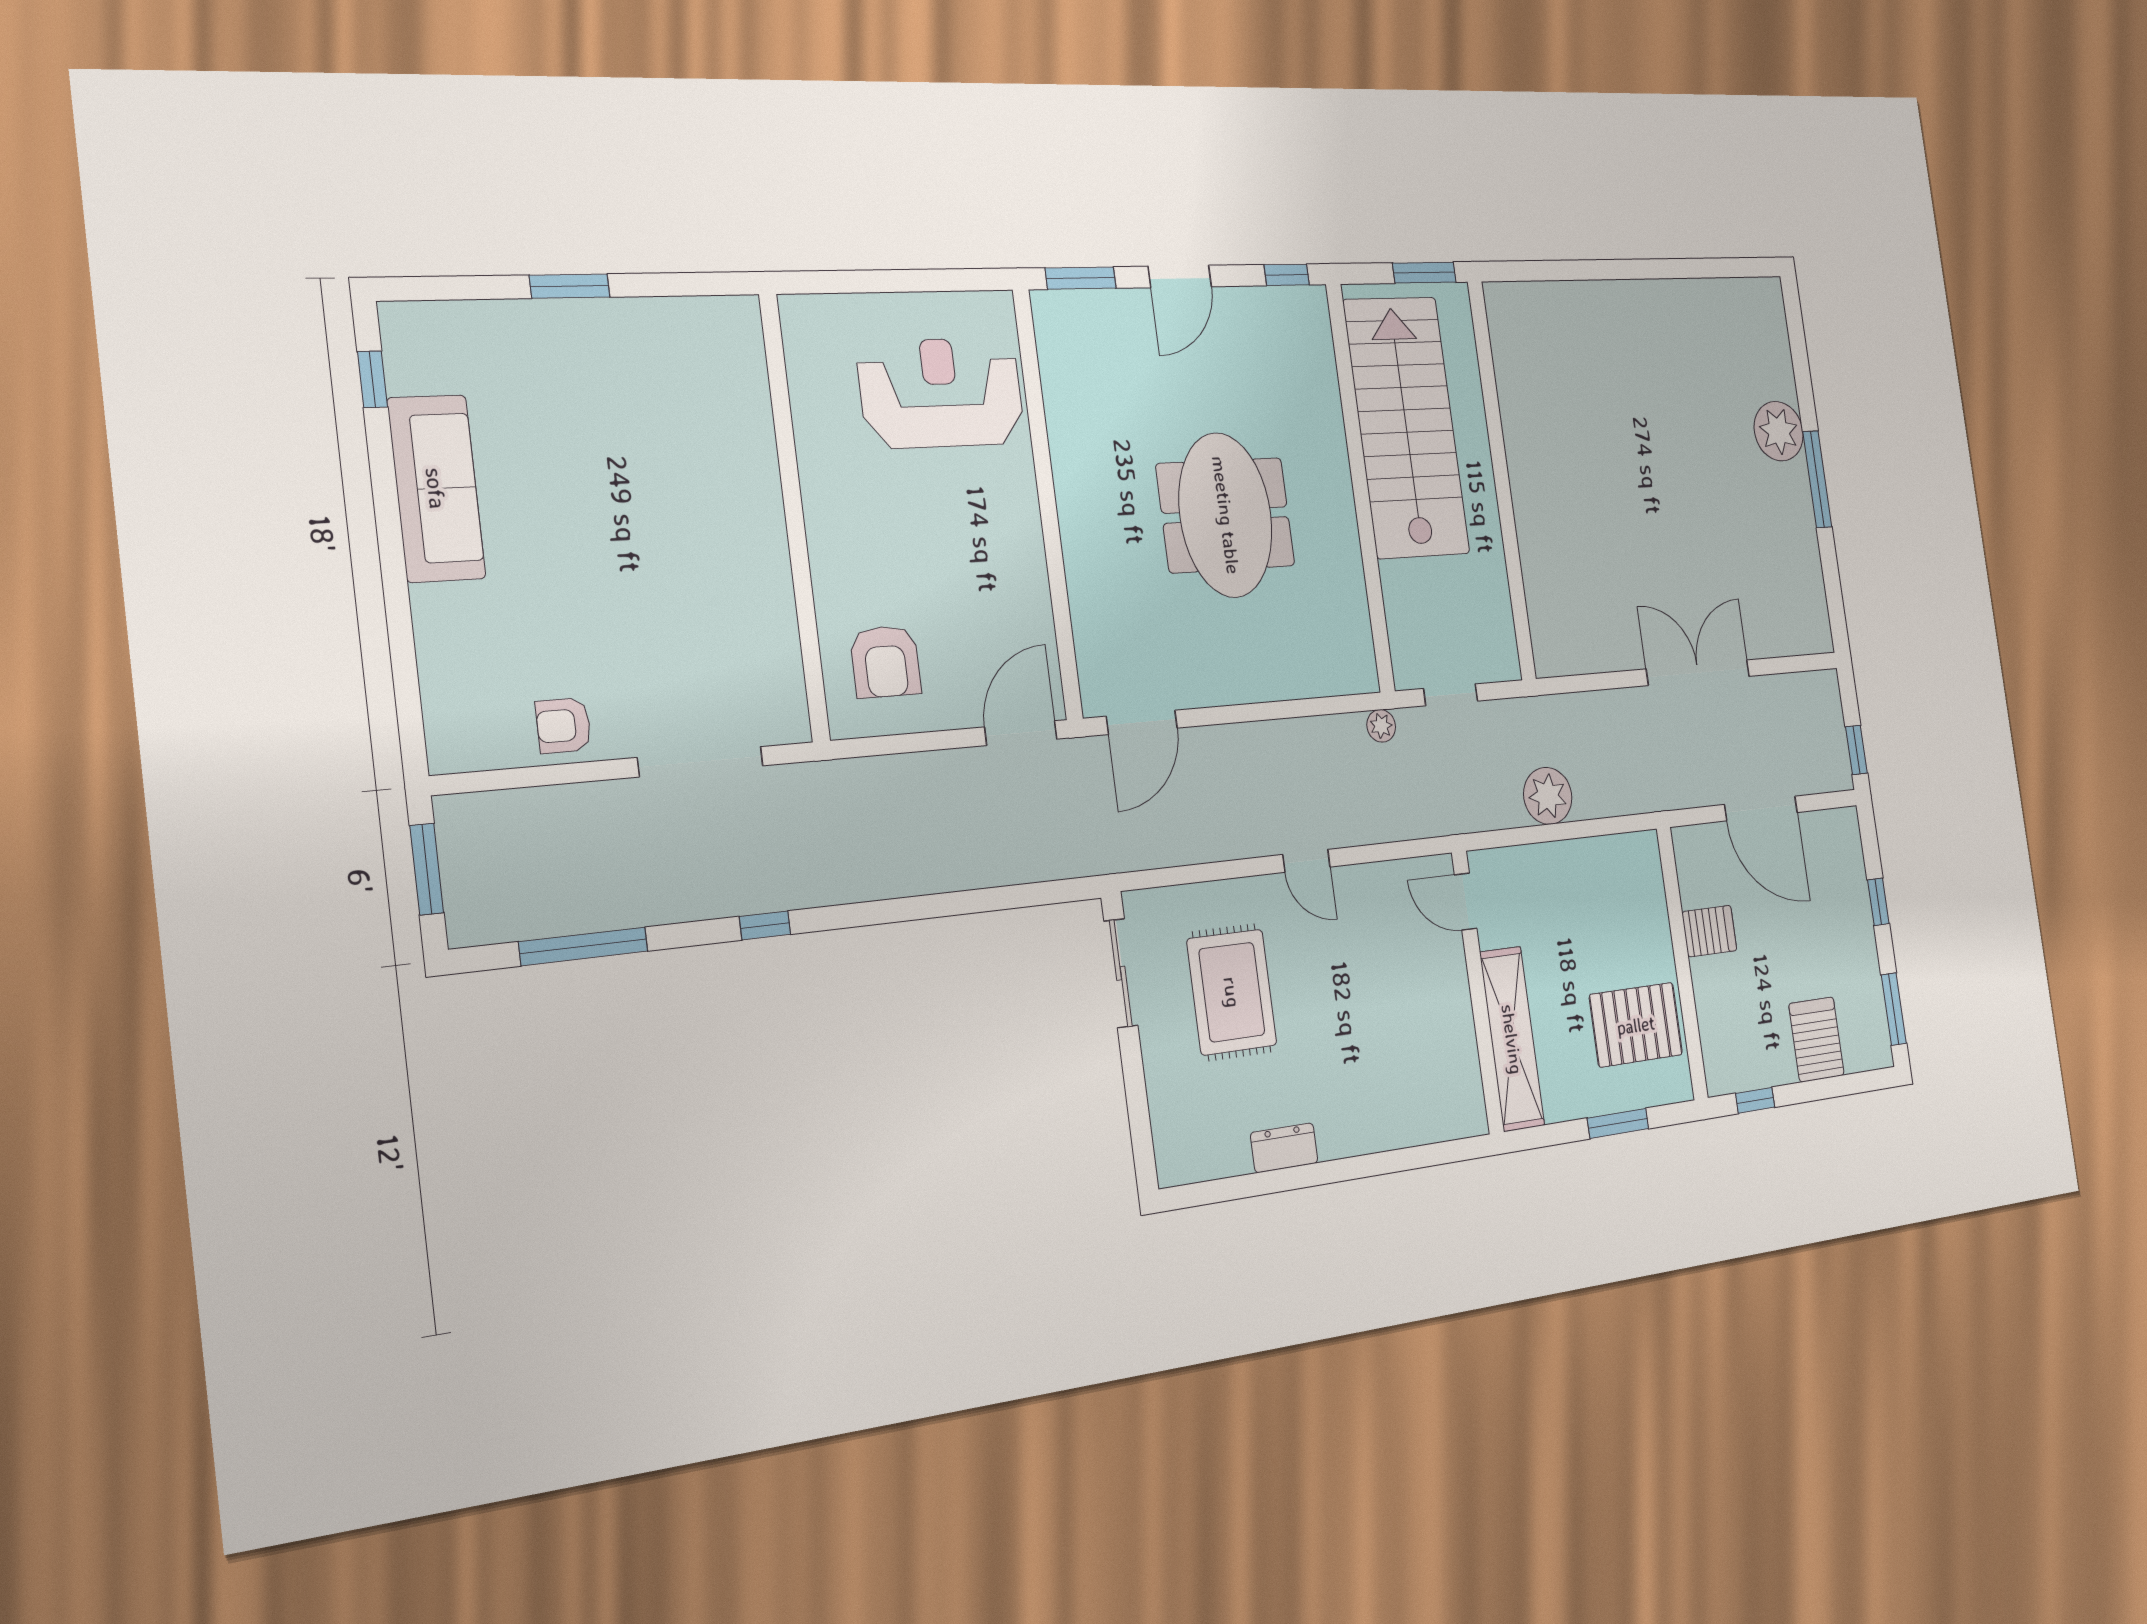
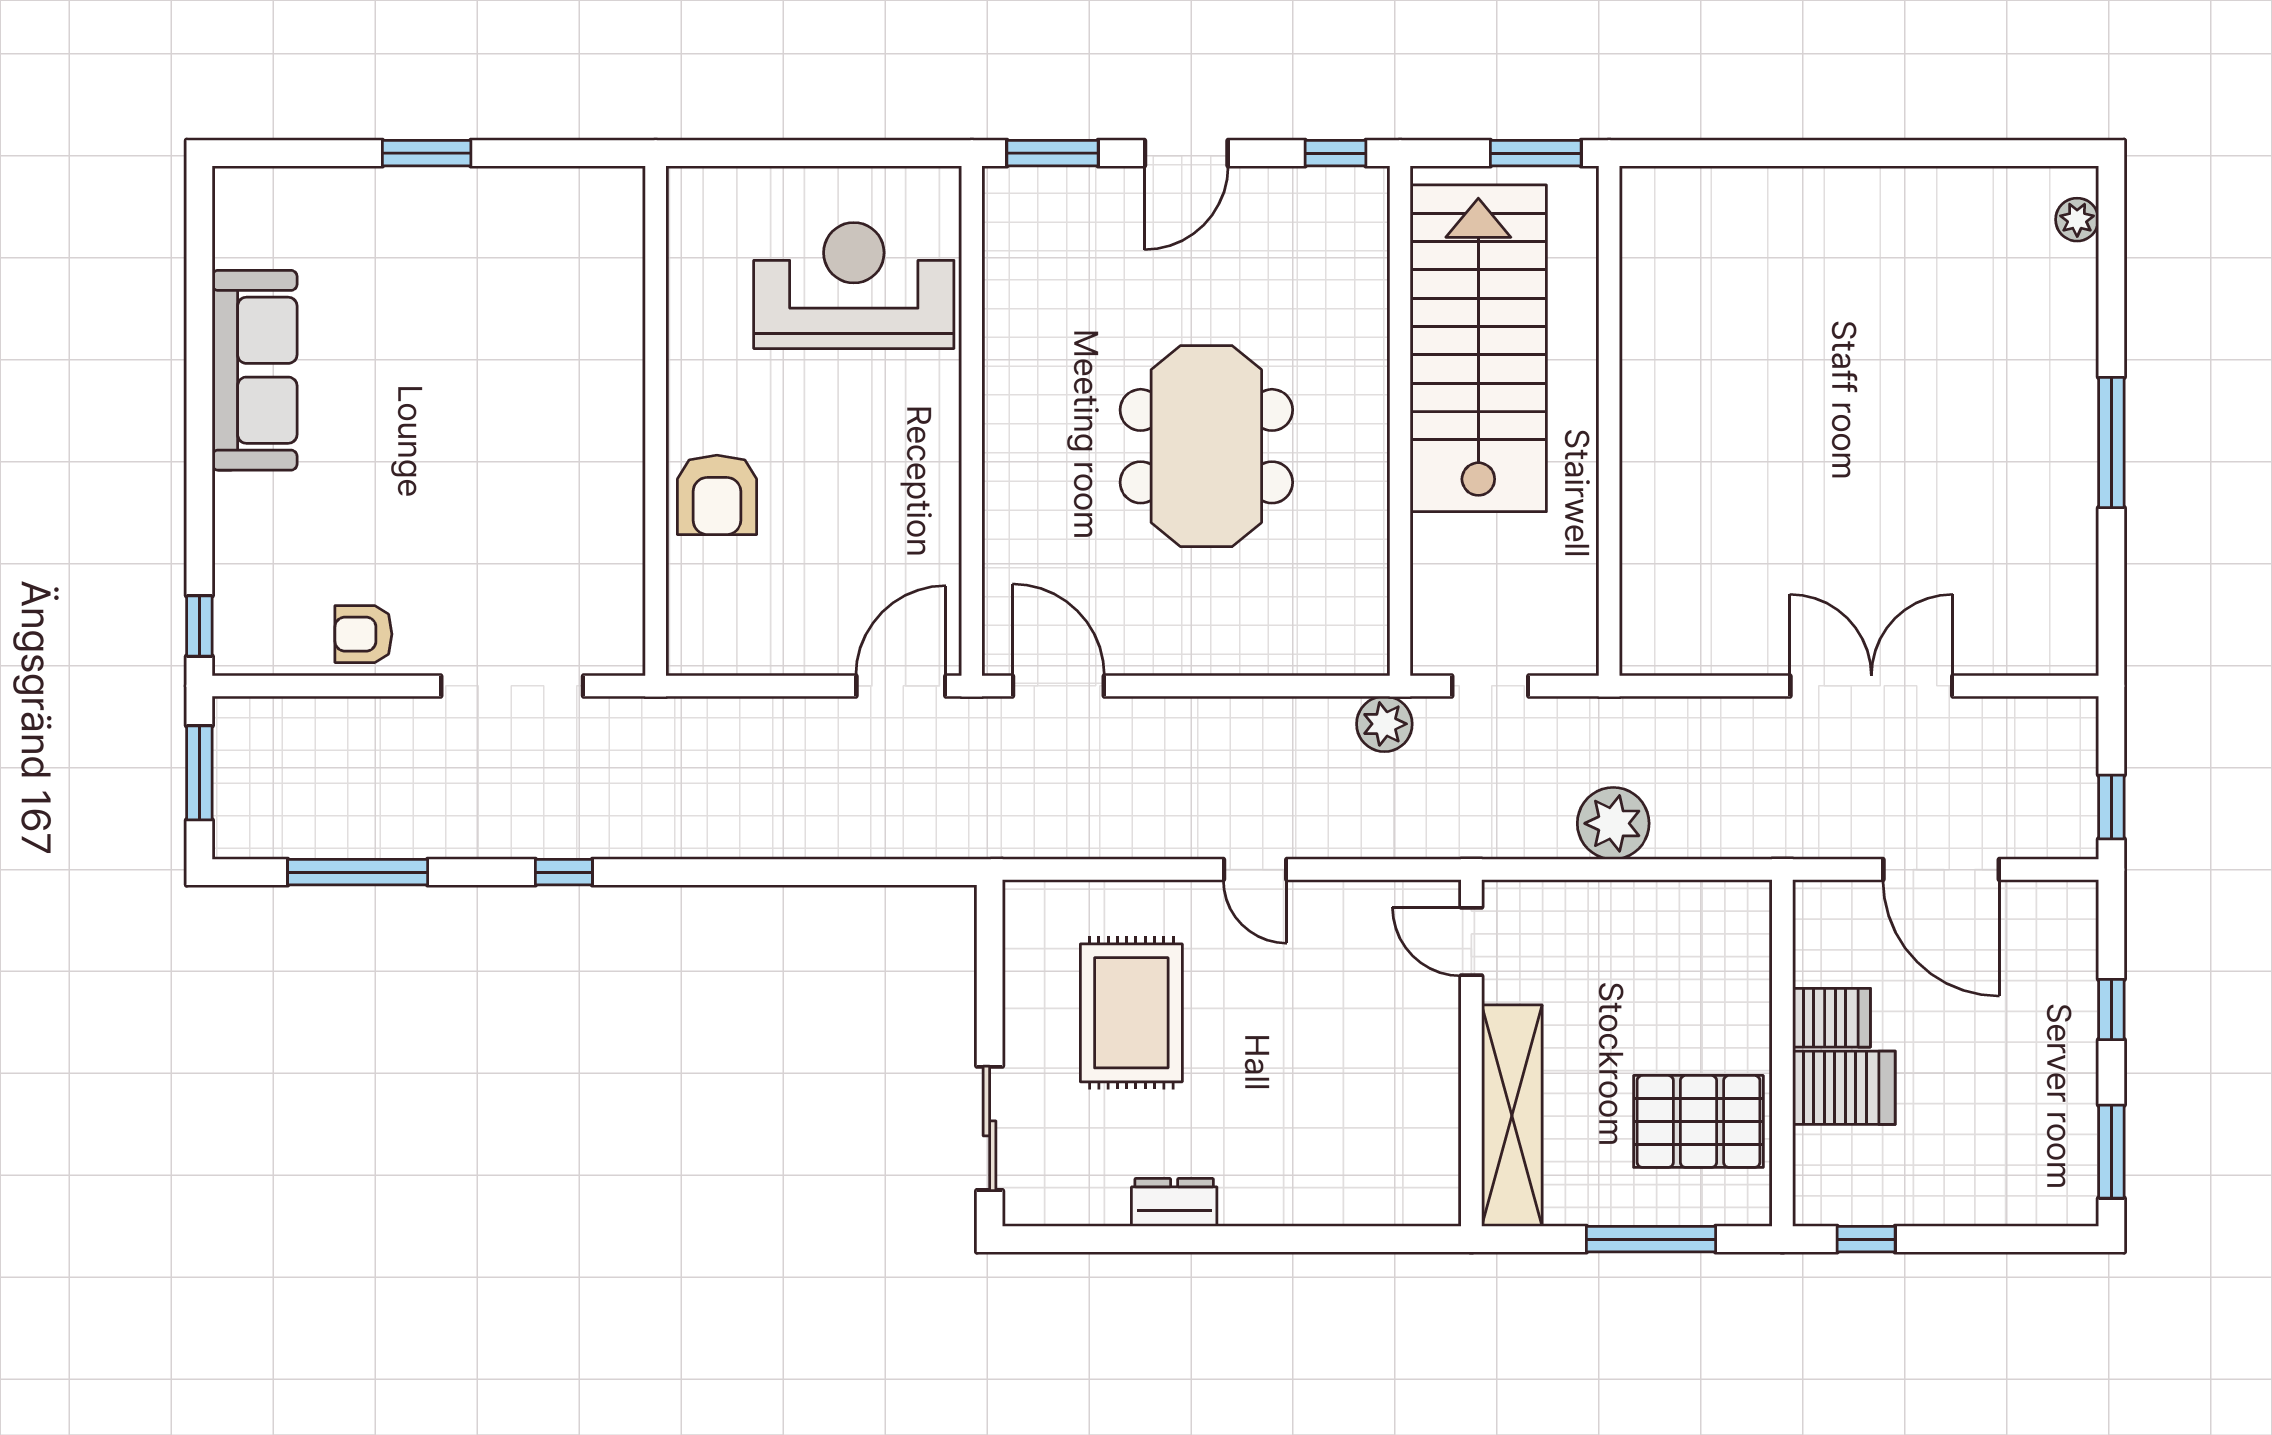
window: (372, 379) -> (199, 626), moved
plant: (1779, 431) -> (2077, 220), moved, width x0.53, depth x0.53
armchair: (885, 662) -> (717, 495), moved
door: (1142, 722) -> (1058, 686), swing flipped
plant: (1381, 726) -> (1384, 724), width x1.38, depth x1.38
sliding door: (1121, 973) -> (990, 1128), moved
server rack: (1816, 1040) -> (1844, 1088), moved, turned 90
window: (1618, 1123) -> (1651, 1239), width x1.44

